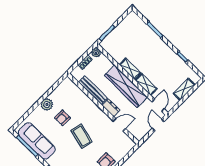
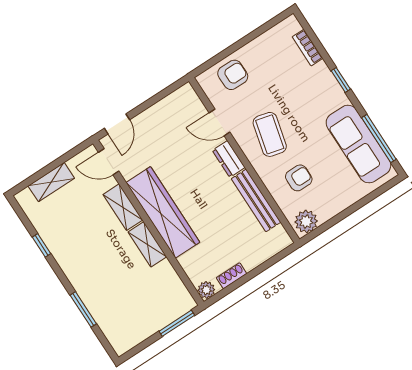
bench: (93, 90) -> (256, 200), moved
plant: (47, 105) -> (306, 221), moved
door: (158, 105) -> (109, 162), hinge flipped
dresser: (111, 108) -> (229, 159), moved
wall: (103, 109) -> (244, 160), moved
door: (119, 125) -> (220, 122), moved

